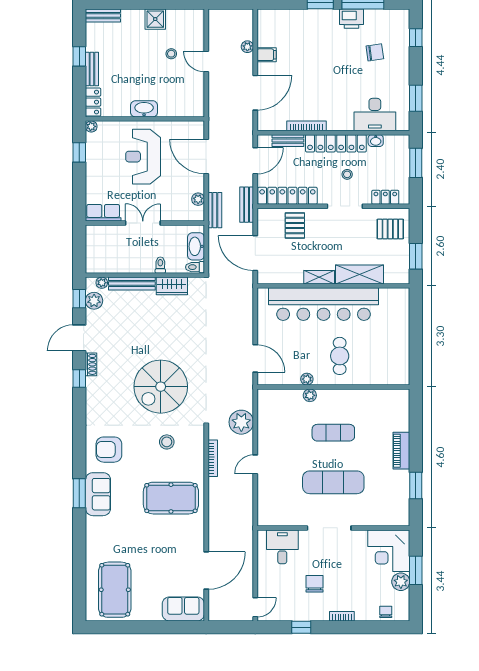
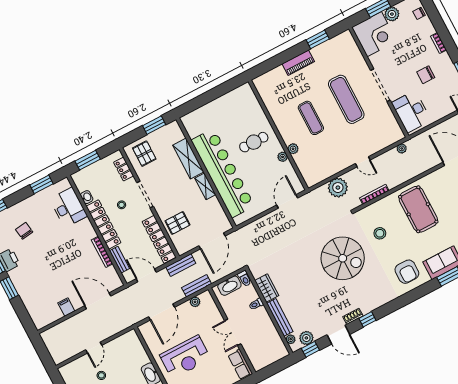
plant: (247, 47) -> (402, 148), moved
desk: (282, 547) -> (411, 112), width x1.37

